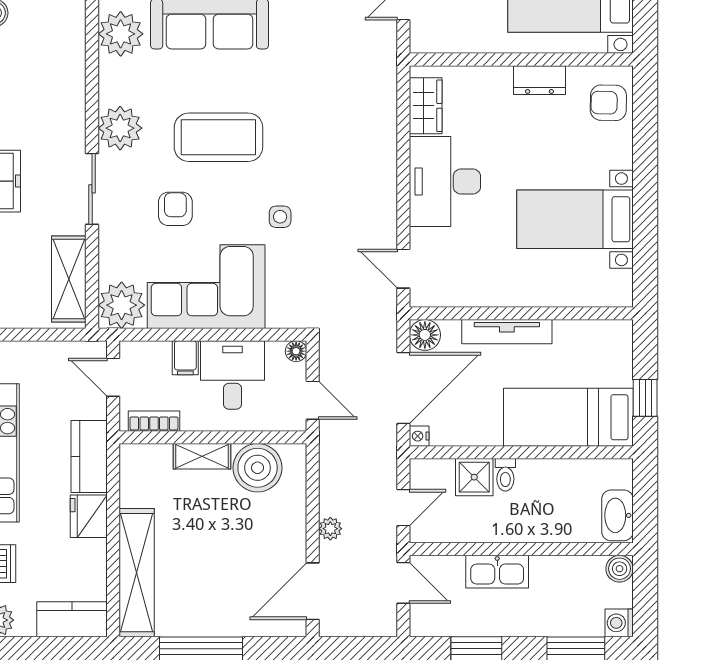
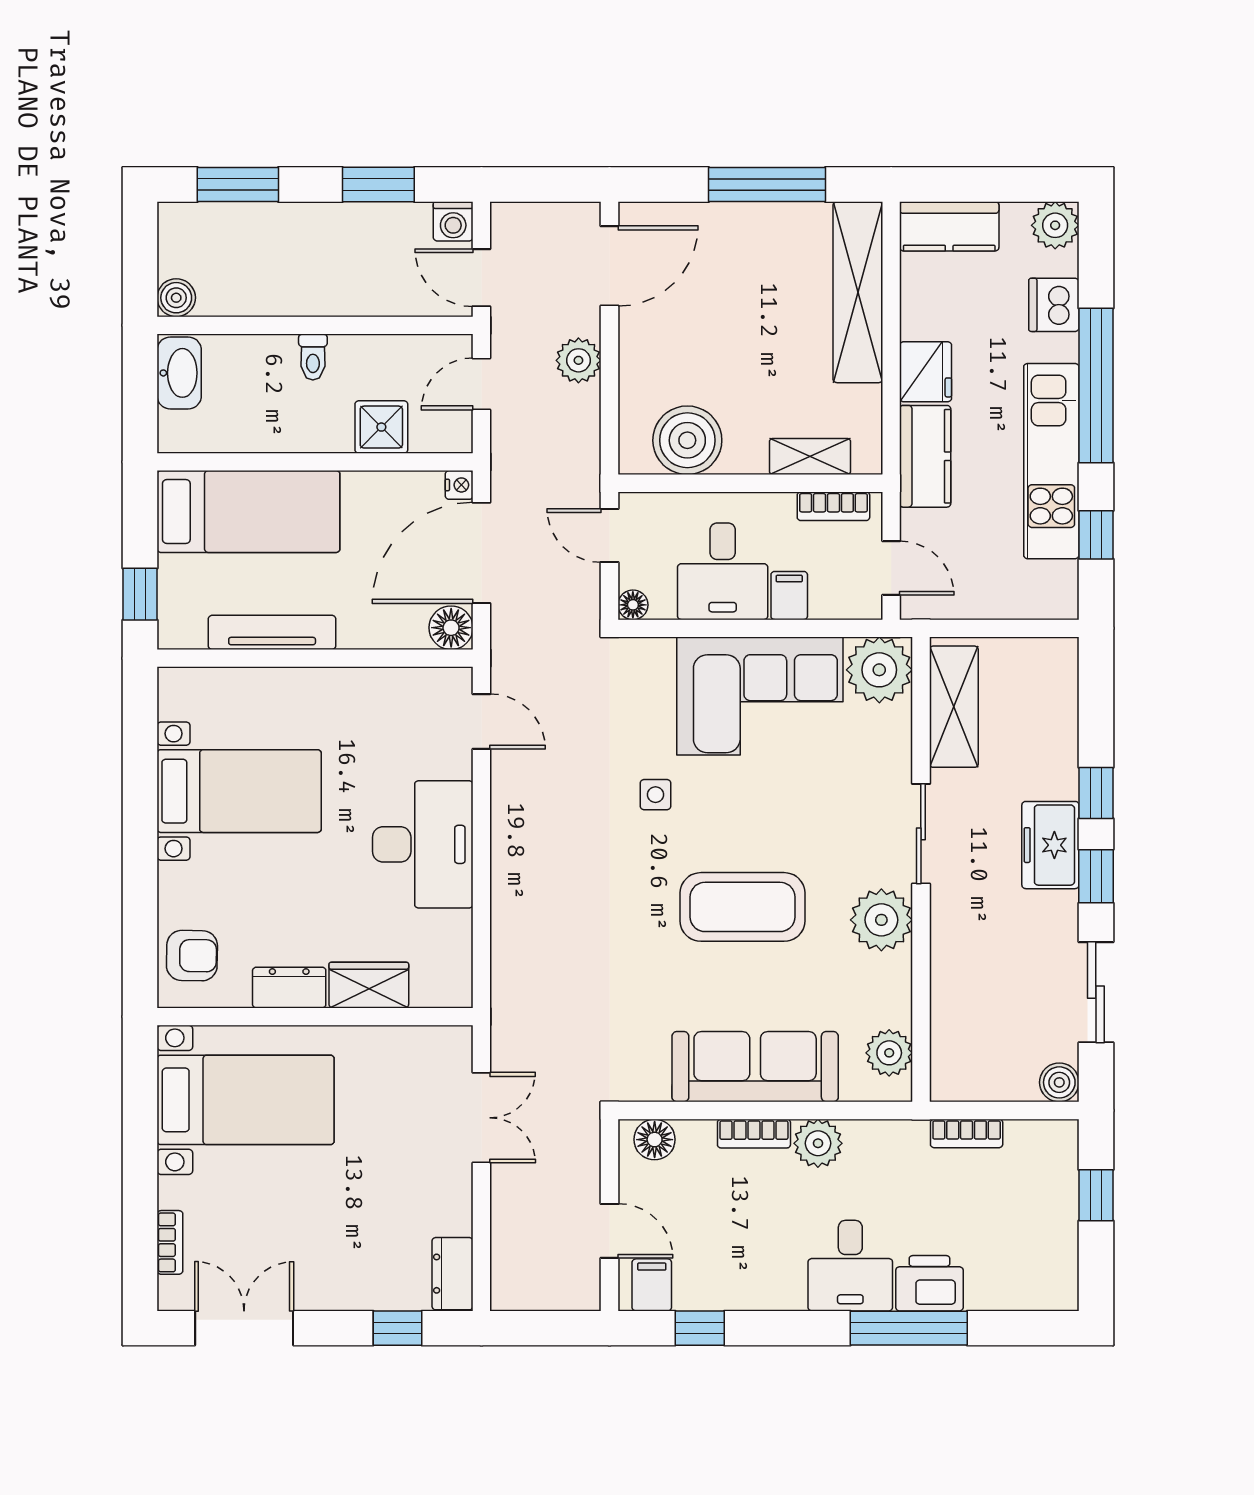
plant: (121, 34) -> (889, 1053), width x0.73, depth x0.73
wardrobe: (426, 106) -> (369, 985), moved, turned 90
armchair: (175, 209) -> (803, 806), removed
tv unit: (507, 332) -> (272, 632), moved
window: (645, 398) -> (140, 594), moved
shelving: (202, 456) -> (810, 456), moved
toilet: (505, 475) -> (313, 357), moved, turned 180
plant: (330, 529) -> (578, 360), width x1.38, depth x1.38
kitchen sink: (497, 572) -> (349, 294), removed
washing machine: (619, 623) -> (453, 221), moved, turned 90

